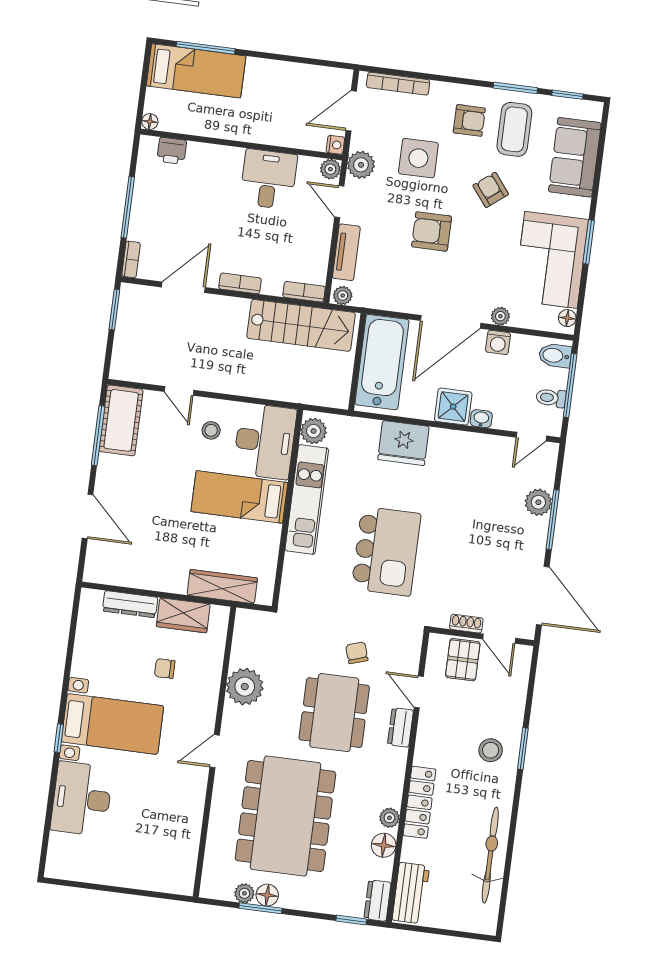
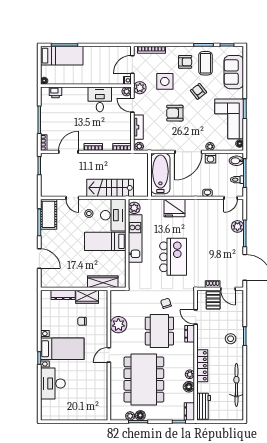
stairs: (301, 325) -> (110, 188), moved, turned 180
shower: (453, 407) -> (194, 189), removed

